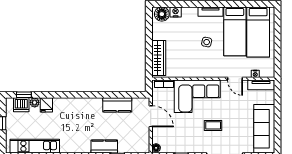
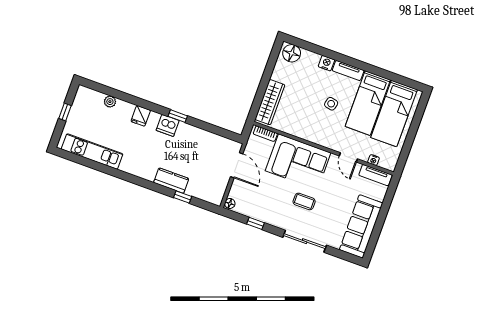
nightstand: (176, 12) -> (326, 63), moved
window: (24, 95) -> (178, 116), moved
dishwasher: (21, 105) -> (168, 125), moved
fridge: (46, 105) -> (141, 116), moved
kitchen counter: (117, 105) -> (203, 138), removed

